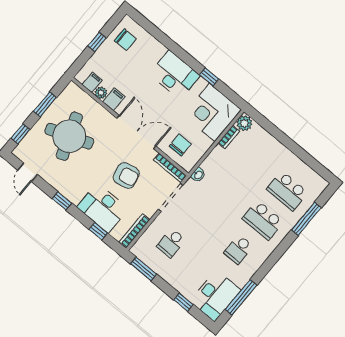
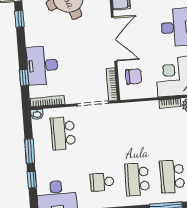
armchair: (126, 175) -> (79, 60), removed
washbasin: (198, 175) -> (37, 114), moved
window: (62, 201) -> (20, 19), moved
school desk: (171, 243) -> (63, 133), width x1.85
window: (144, 269) -> (30, 151), moved

